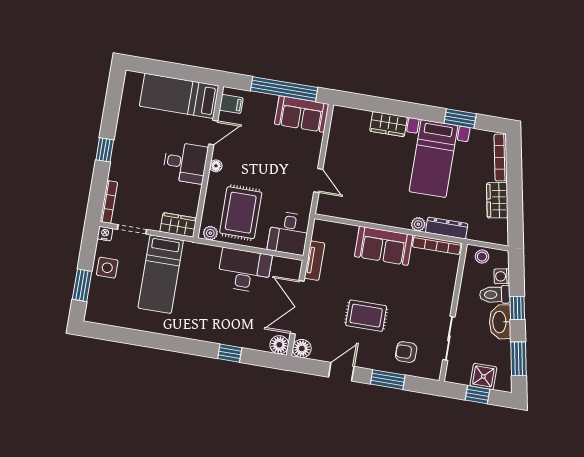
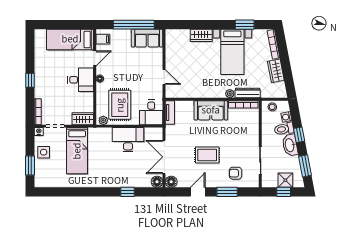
tv unit: (315, 261) -> (170, 113), moved

